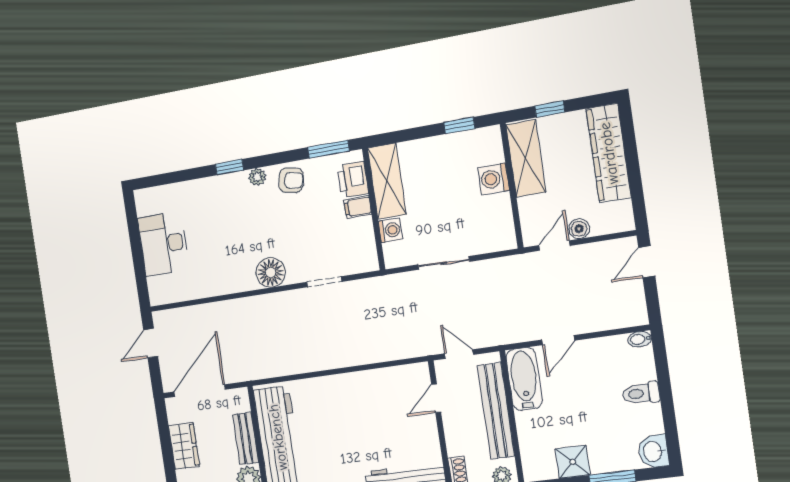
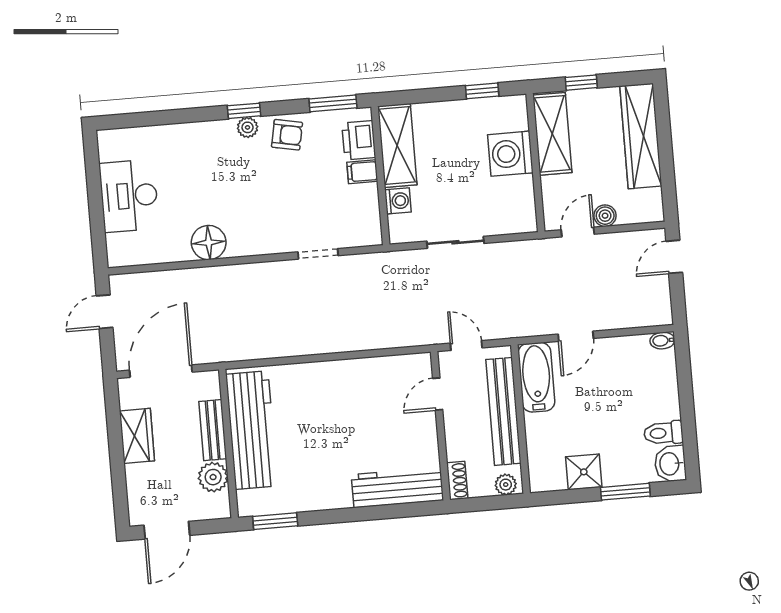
window: (229, 167) -> (244, 111), moved
washing machine: (494, 179) -> (510, 154), width x1.37, depth x1.37
floor lamp: (271, 272) -> (209, 243), moved
toilet: (641, 393) -> (663, 433), moved

